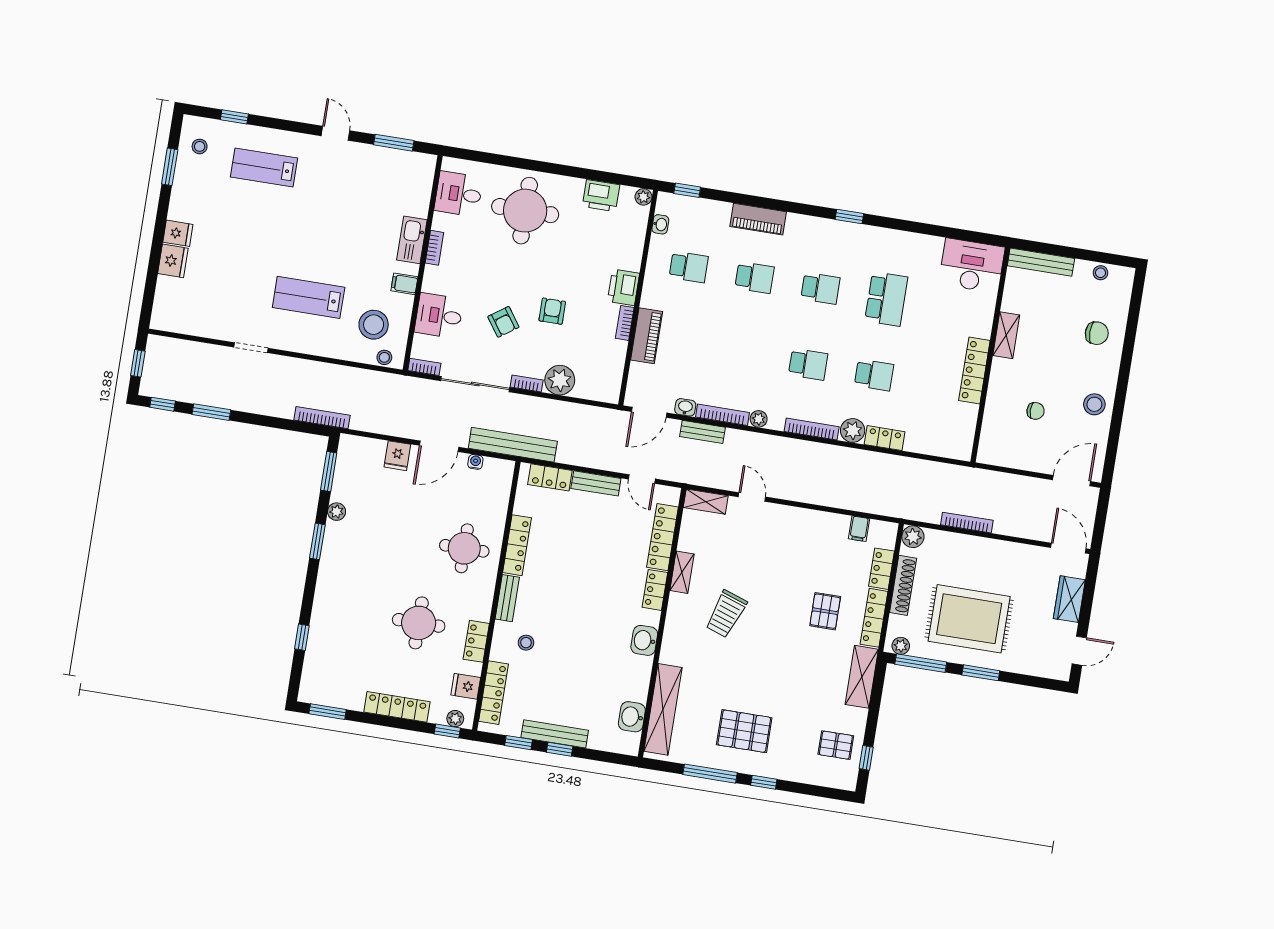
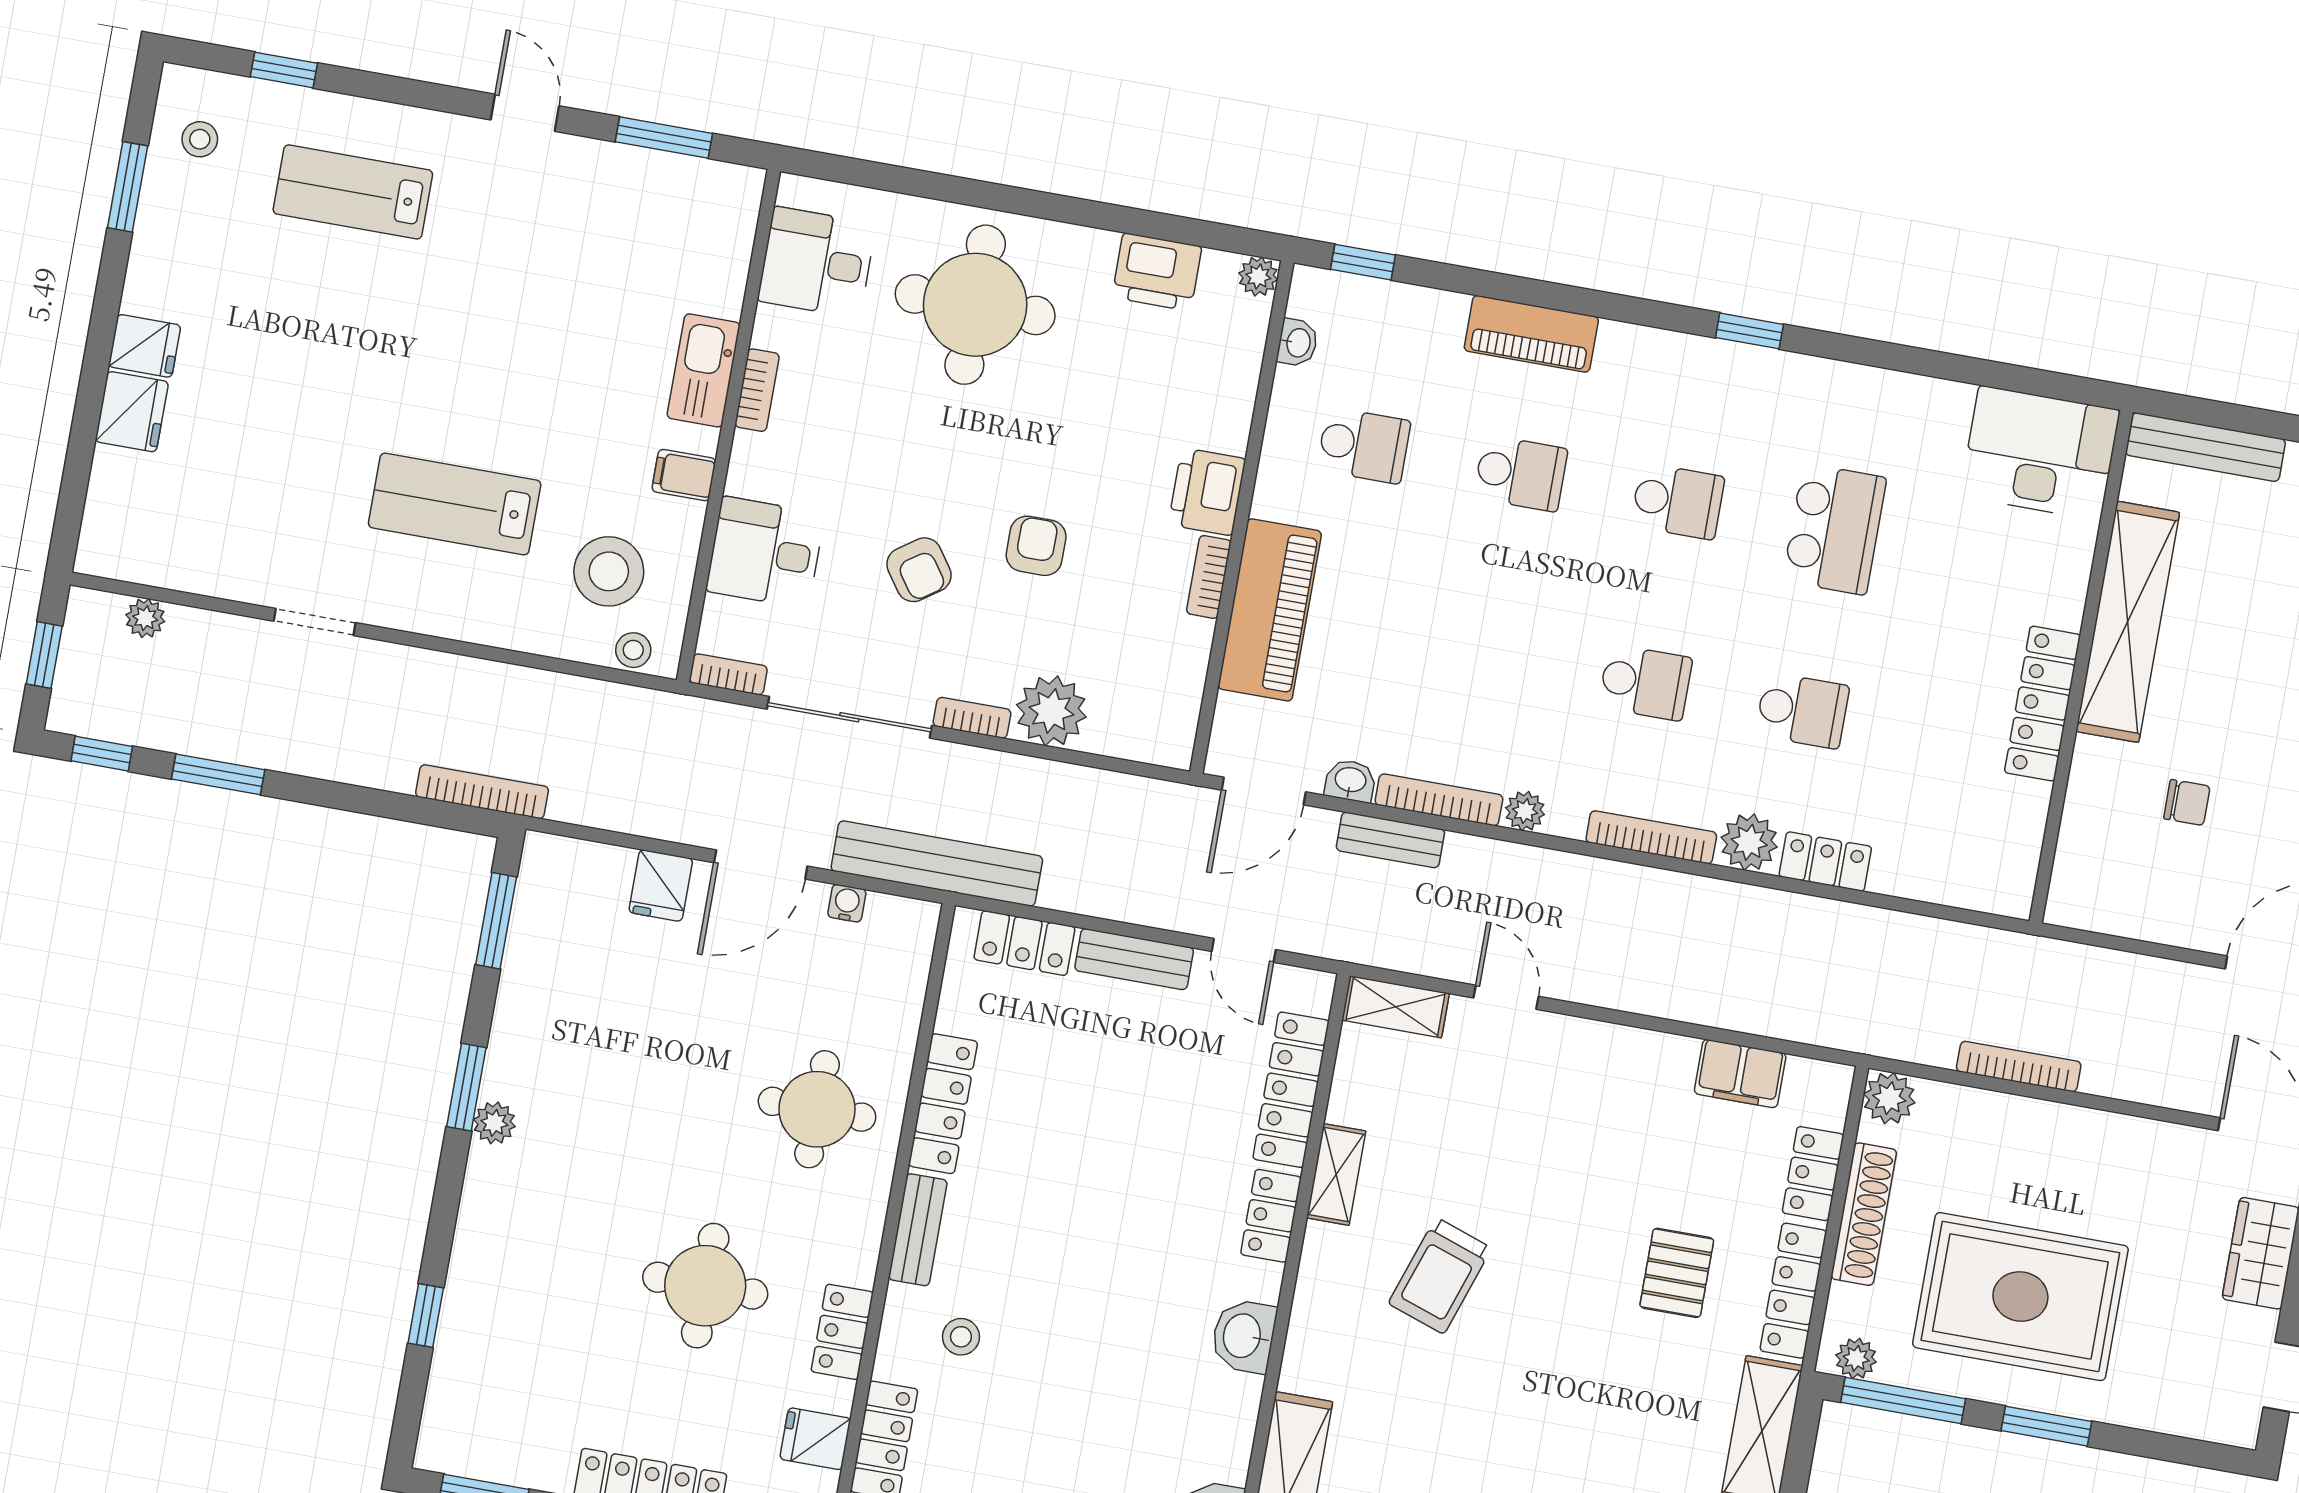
shelving: (1006, 335) -> (2128, 622), width x2.20, depth x1.33
piano: (647, 336) -> (1270, 610), width x1.37, depth x1.33
plant: (180, 347) -> (145, 618), added
plant: (337, 512) -> (494, 1123), moved
filing cabinet: (859, 529) -> (1740, 1073), width x2.00

